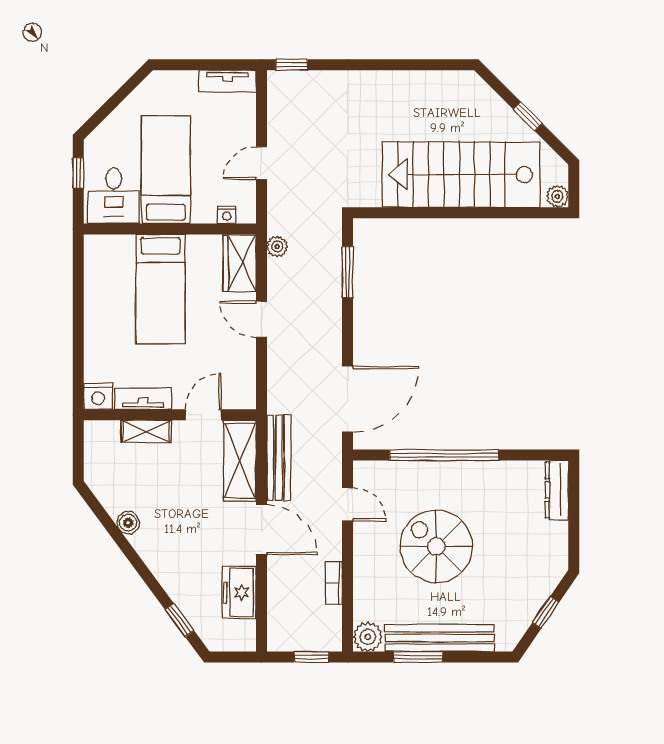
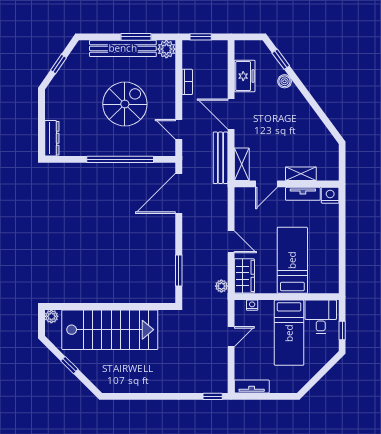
shelving: (240, 461) -> (242, 164), width x0.67, depth x0.75
boiler: (128, 523) -> (285, 81), moved
spiral stairs: (436, 546) -> (125, 104), turned -90

